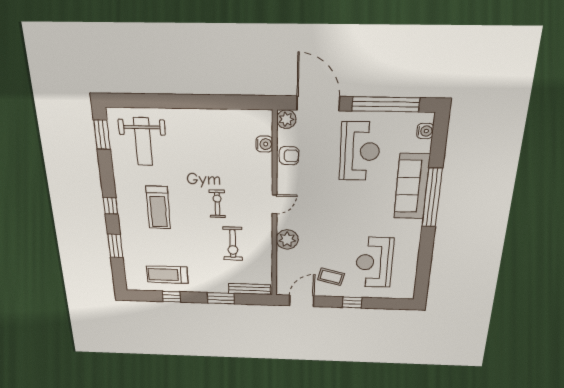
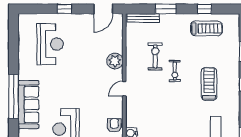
armchair: (289, 156) -> (114, 125), turned 89
exercise bike: (217, 204) -> (175, 71), moved
coffee table: (331, 277) -> (82, 31), removed

